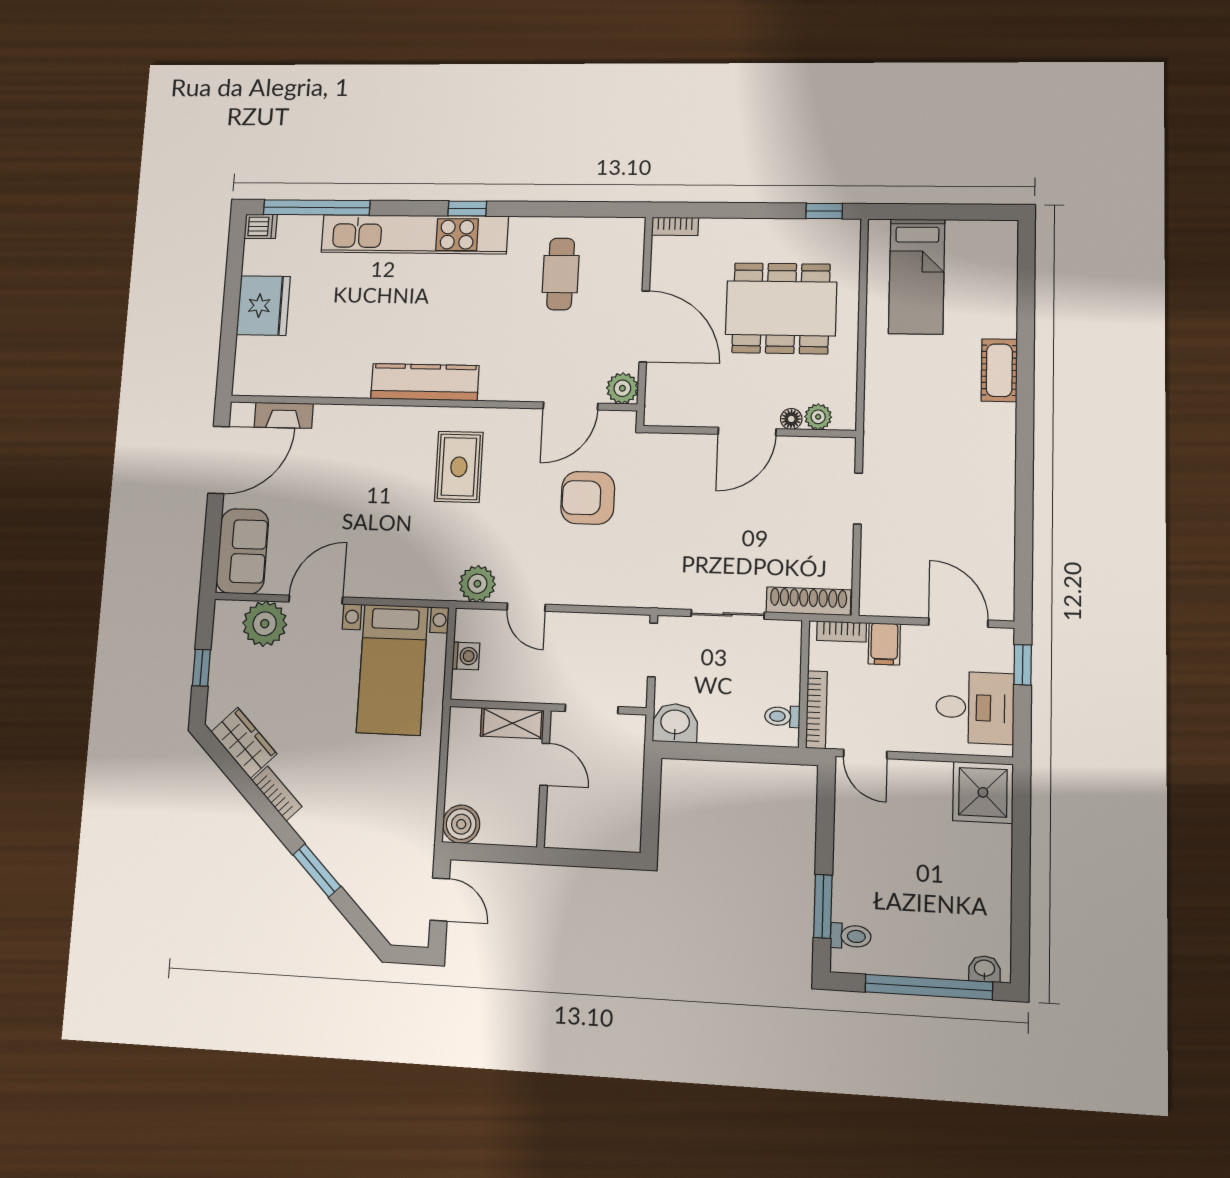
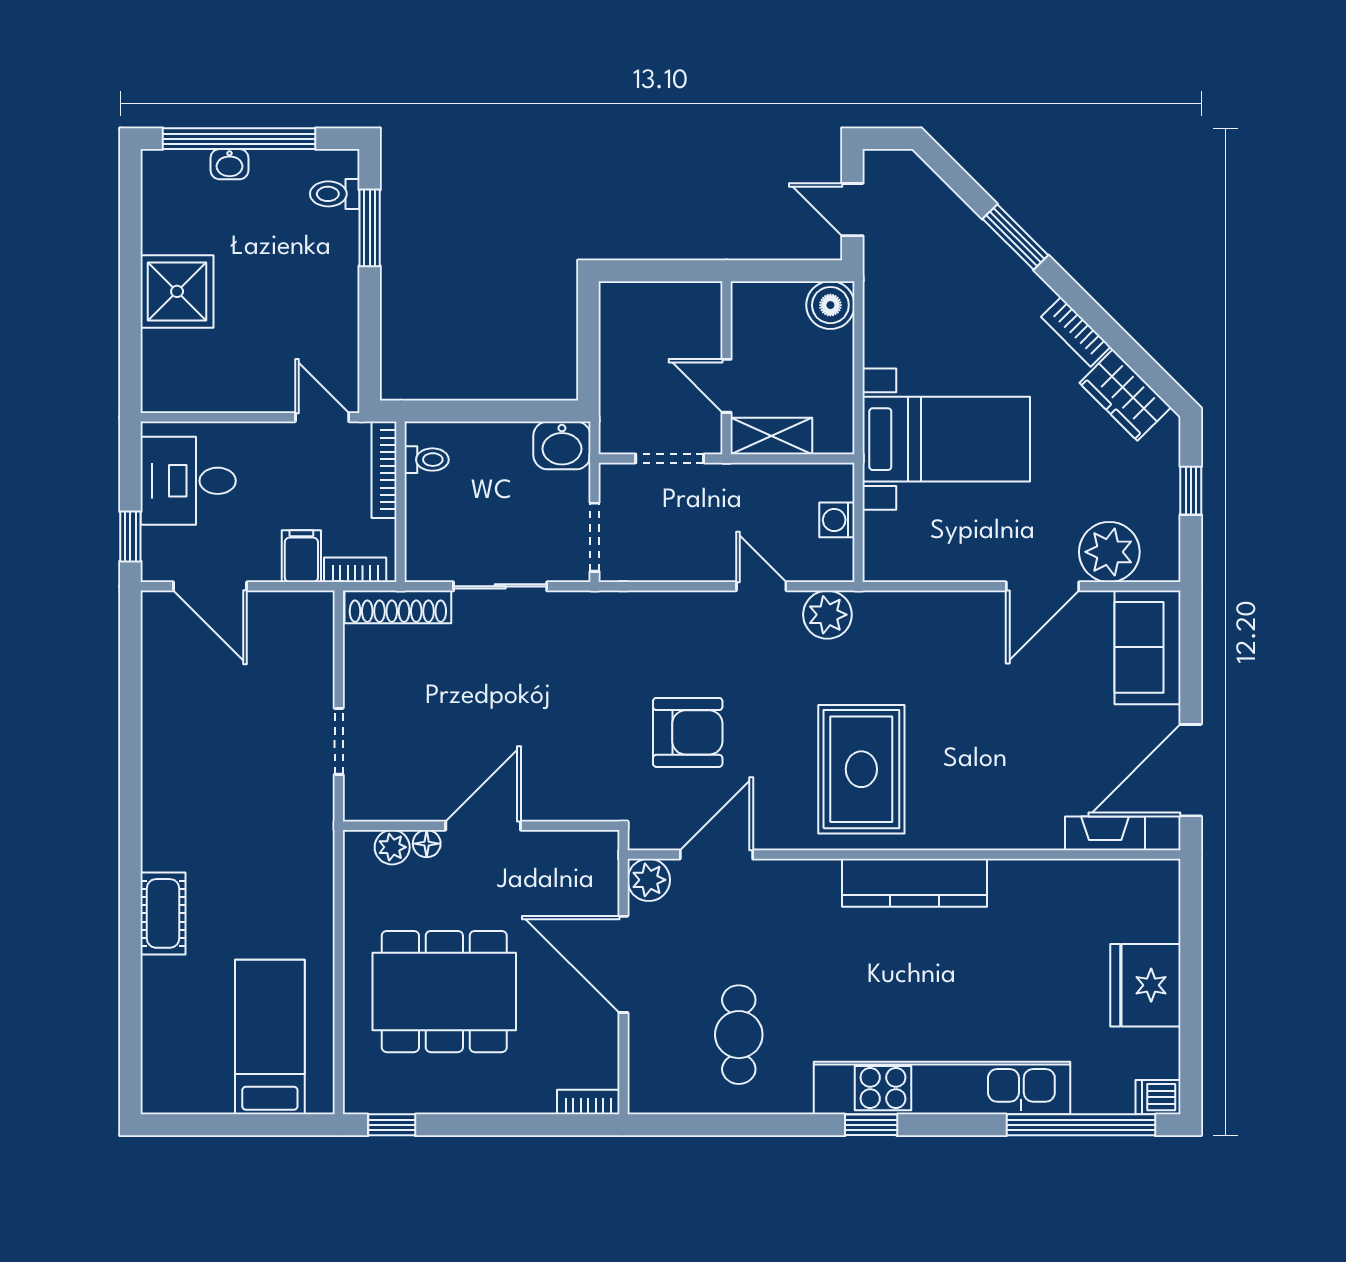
rug: (459, 467) -> (861, 769), width x1.36, depth x1.43
bed with nightstands: (392, 669) -> (946, 439), moved, turned 90
shower: (983, 792) -> (177, 291), moved
washbasin: (984, 969) -> (230, 164), moved

